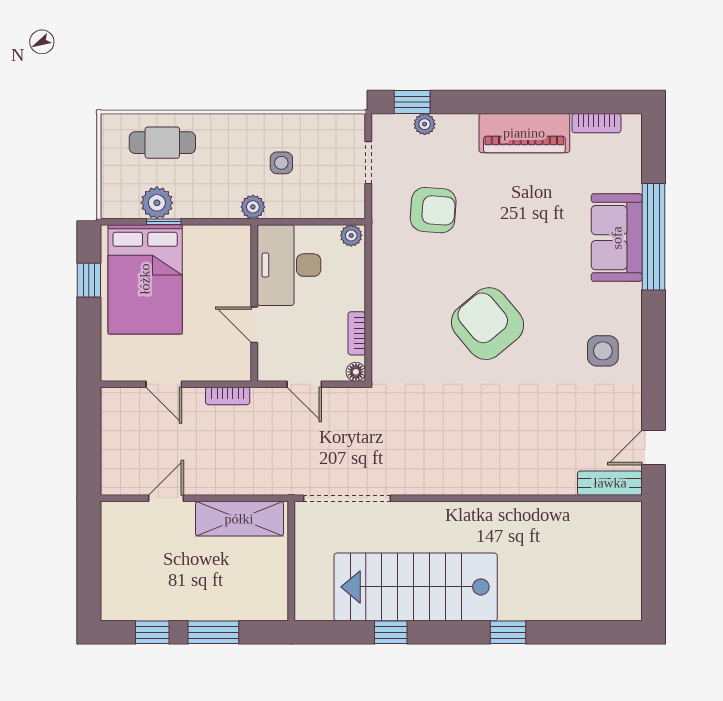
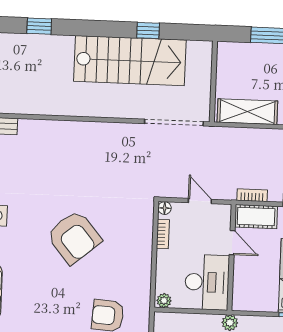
cot: (221, 365) -> (256, 217), added
window: (508, 632) -> (39, 26), moved

